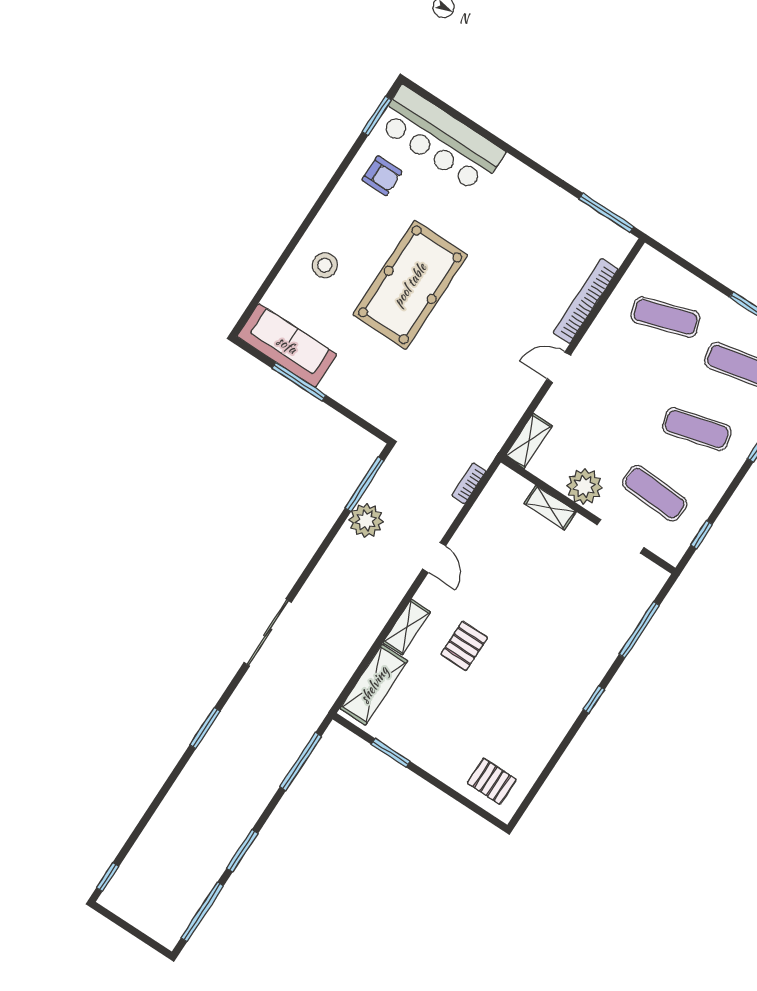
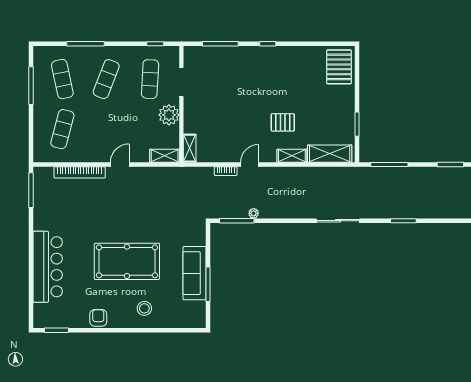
bar counter: (440, 139) -> (48, 267), moved
armchair: (382, 176) -> (98, 318), moved
exercise mat: (666, 317) -> (62, 129), turned 33
sofa: (287, 345) -> (195, 273), moved
door: (559, 367) -> (120, 164), swing flipped
exercise mat: (697, 429) -> (106, 79), turned 36
bookcase: (469, 483) -> (226, 171), moved
shelving: (550, 508) -> (190, 148), moved
plant: (366, 521) -> (254, 213), width x0.53, depth x0.53
pallet: (492, 781) -> (339, 67), width x1.50, depth x1.42

